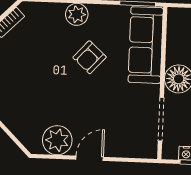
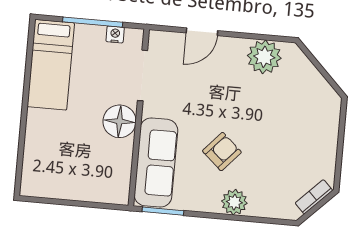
door: (90, 158) -> (202, 32), moved

